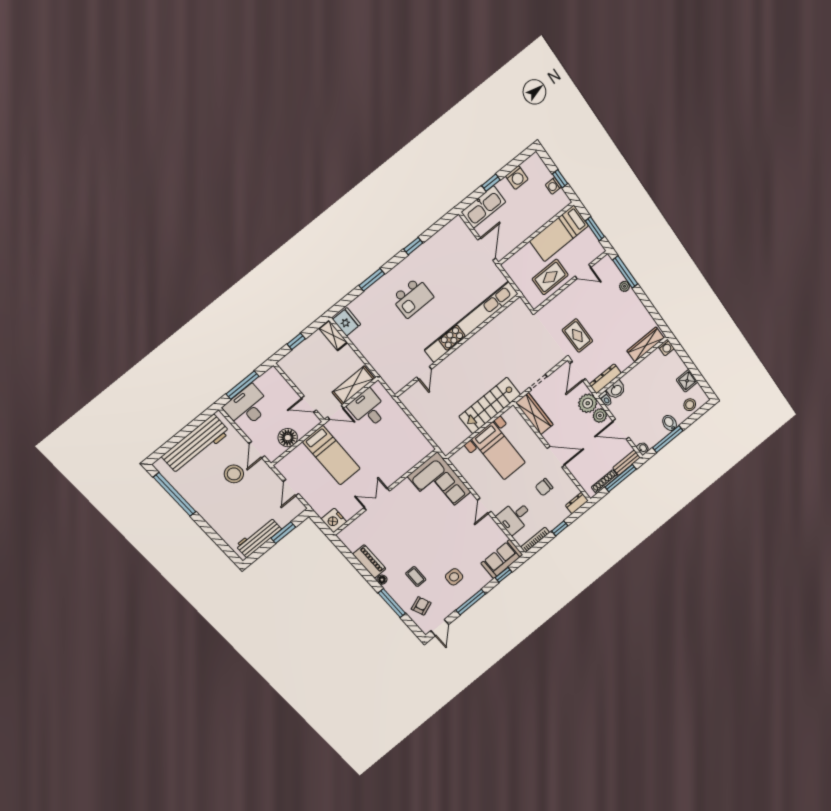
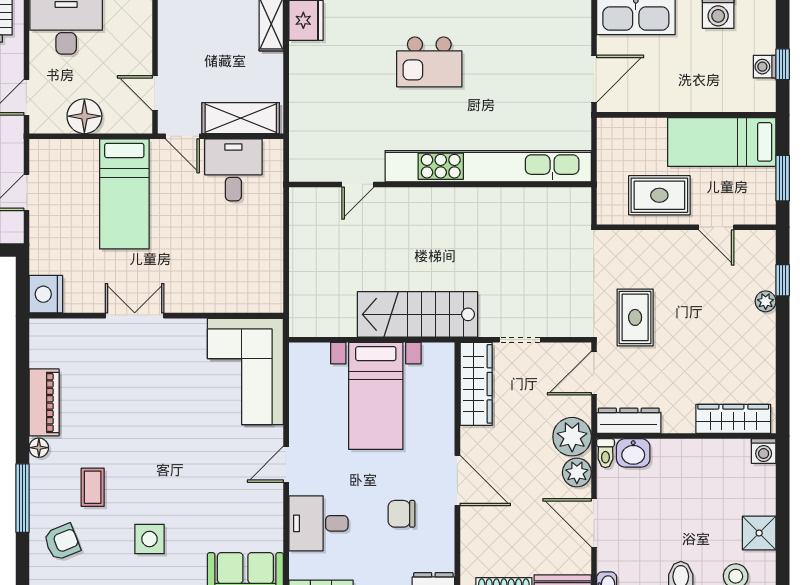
window: (625, 272) -> (783, 280), width x0.46

